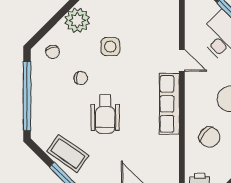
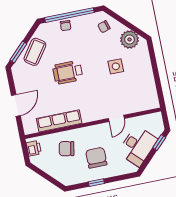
chair: (81, 78) -> (66, 26), moved
row of seats: (169, 104) -> (59, 121), moved
chair: (209, 137) -> (67, 149), turned 62

